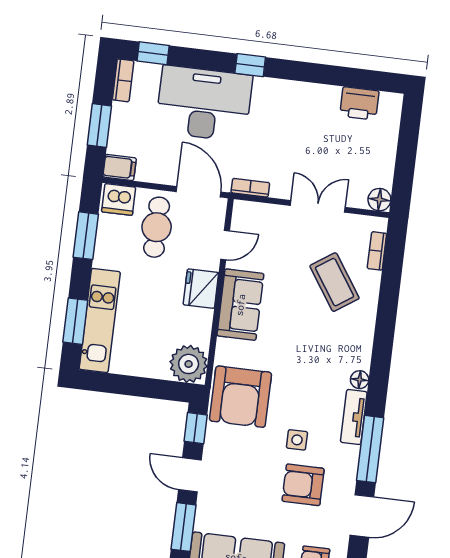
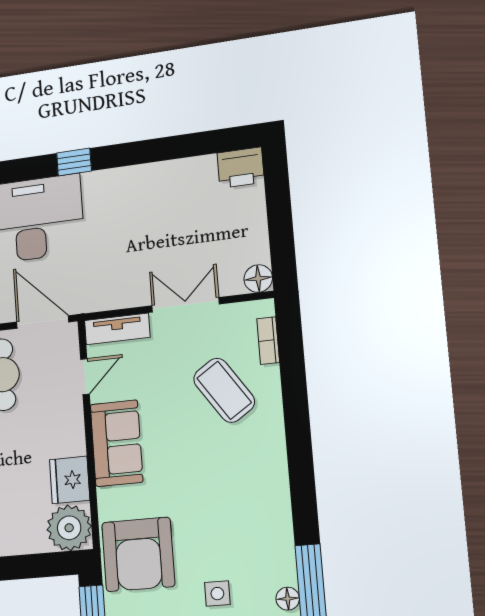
printer: (359, 103) -> (241, 168), moved
bookcase: (250, 188) -> (101, 302), removed
fridge: (201, 289) -> (70, 480), moved
floor lamp: (360, 380) -> (288, 599), moved
tv unit: (354, 417) -> (117, 329), moved, turned -90

